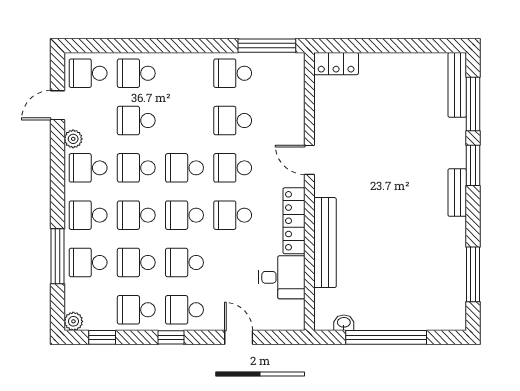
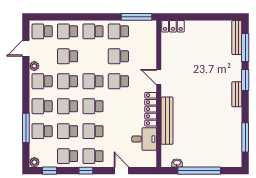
school desk: (233, 215) -> (93, 31), moved

